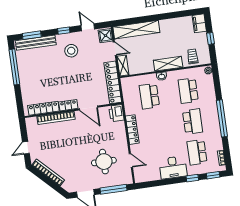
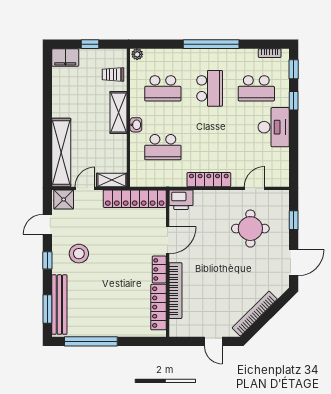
school desk: (193, 121) -> (210, 88), turned 90
window: (114, 189) -> (294, 220), width x0.46

